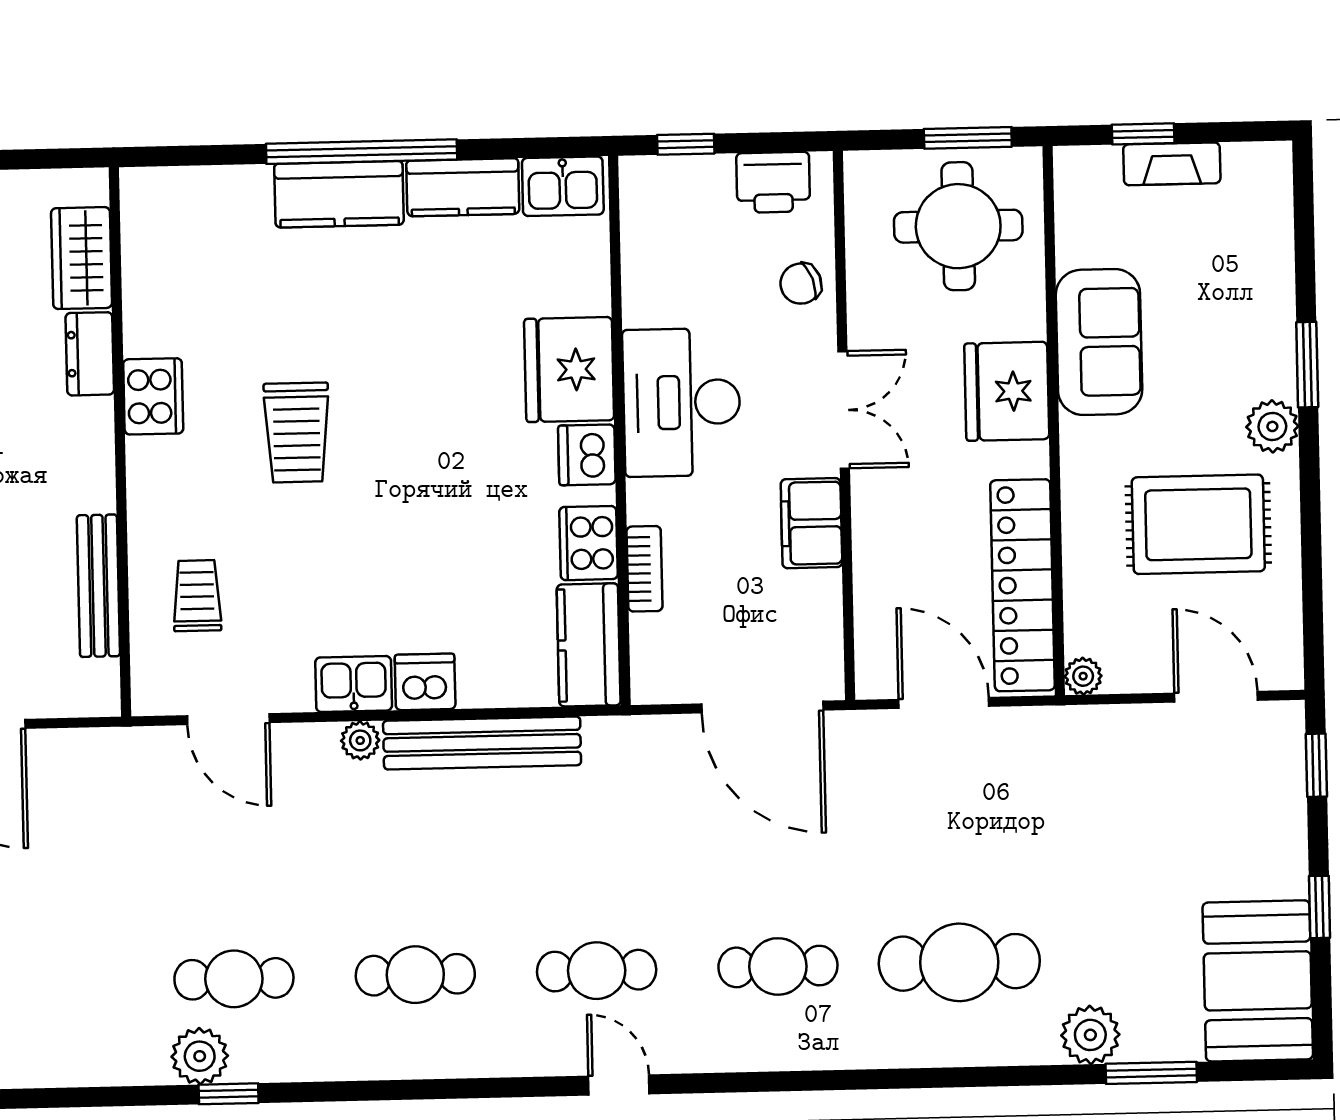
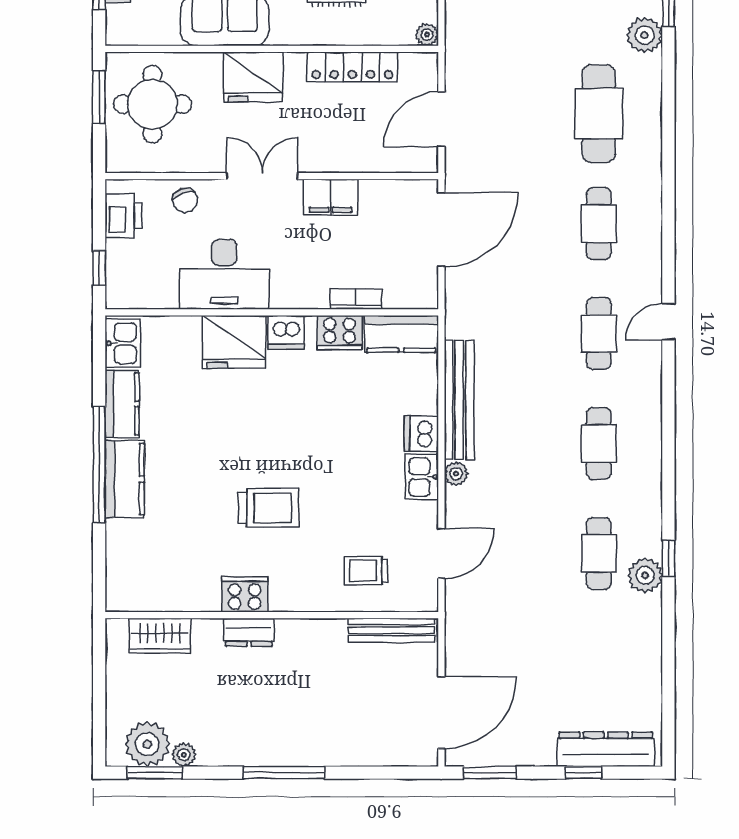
dresser: (90, 354) -> (249, 632), moved
desk: (682, 402) -> (224, 274), moved
locker: (1023, 585) -> (352, 67), width x0.71, depth x0.83
bench: (98, 586) -> (391, 630), moved

